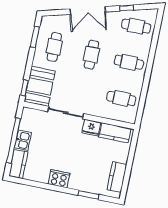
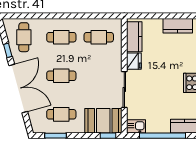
double door: (88, 10) -> (18, 89), width x1.36
cafe table: (129, 62) -> (61, 37), turned 90
cafe table: (121, 98) -> (99, 37), turned 90
kitchen sink: (23, 140) -> (136, 126), moved

